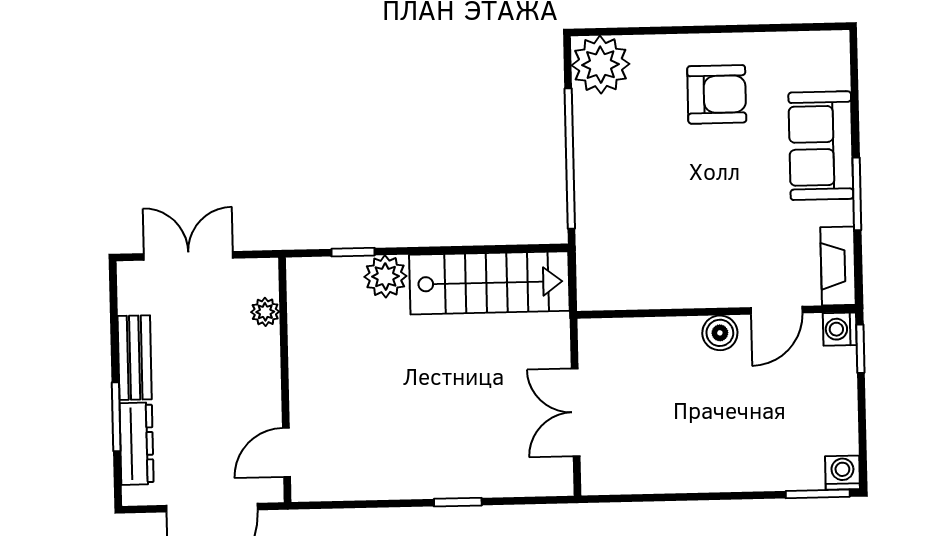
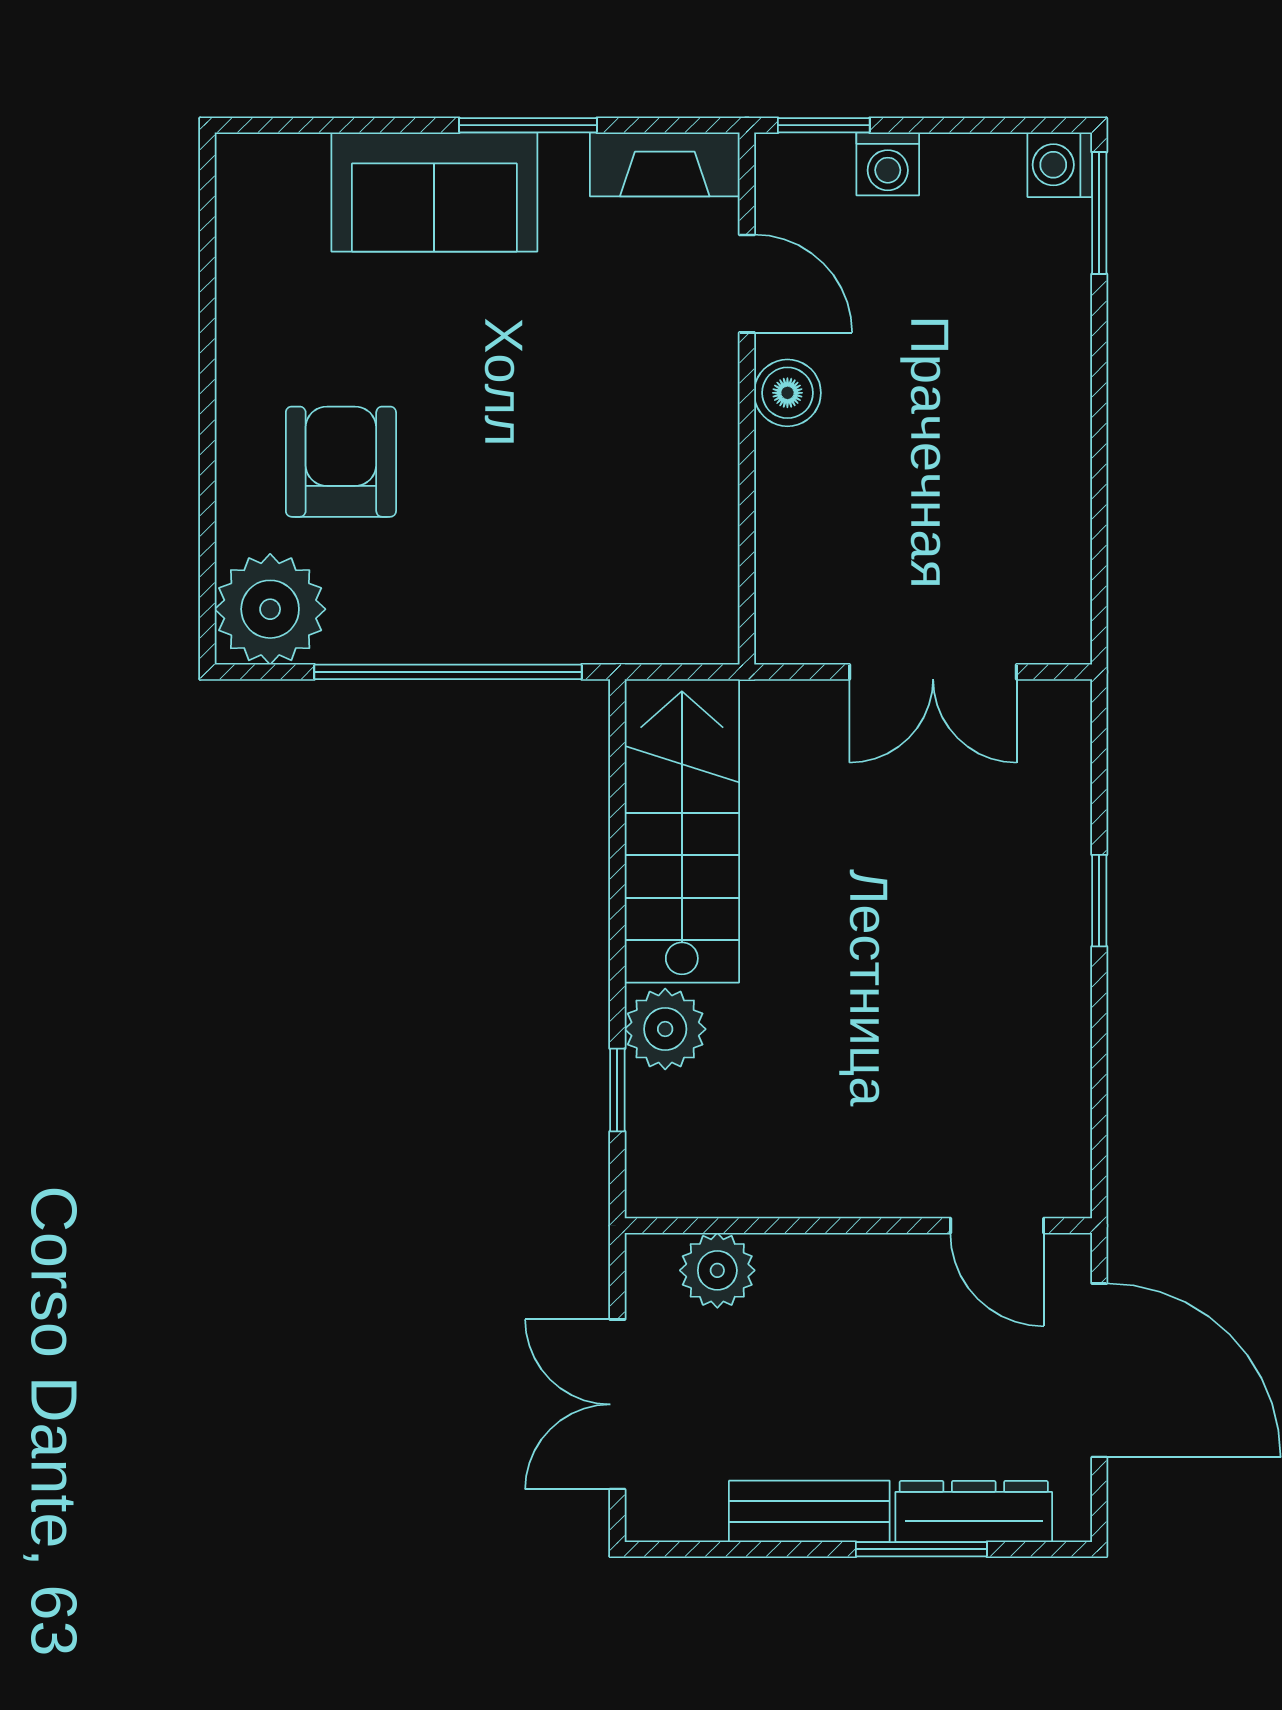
armchair: (717, 94) -> (341, 462), moved
plant: (265, 312) -> (717, 1270), width x1.38, depth x1.38
washing machine: (840, 329) -> (888, 164), moved

